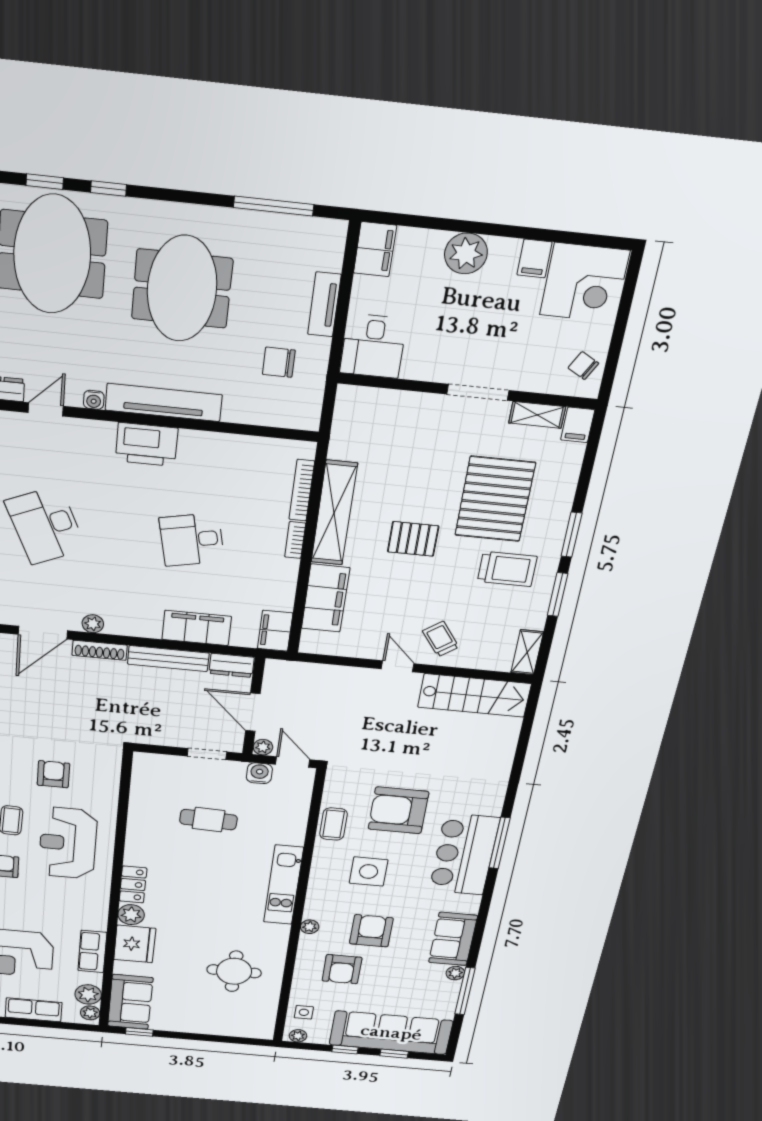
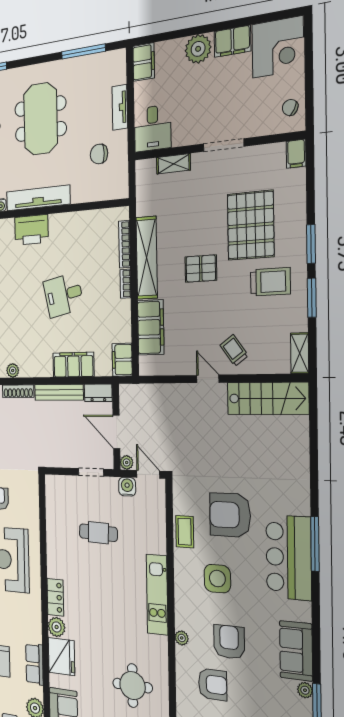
filing cabinet: (534, 258) -> (232, 41), width x2.00
shelving: (537, 415) -> (173, 164), moved
armchair: (342, 969) -> (213, 684), turned -90

